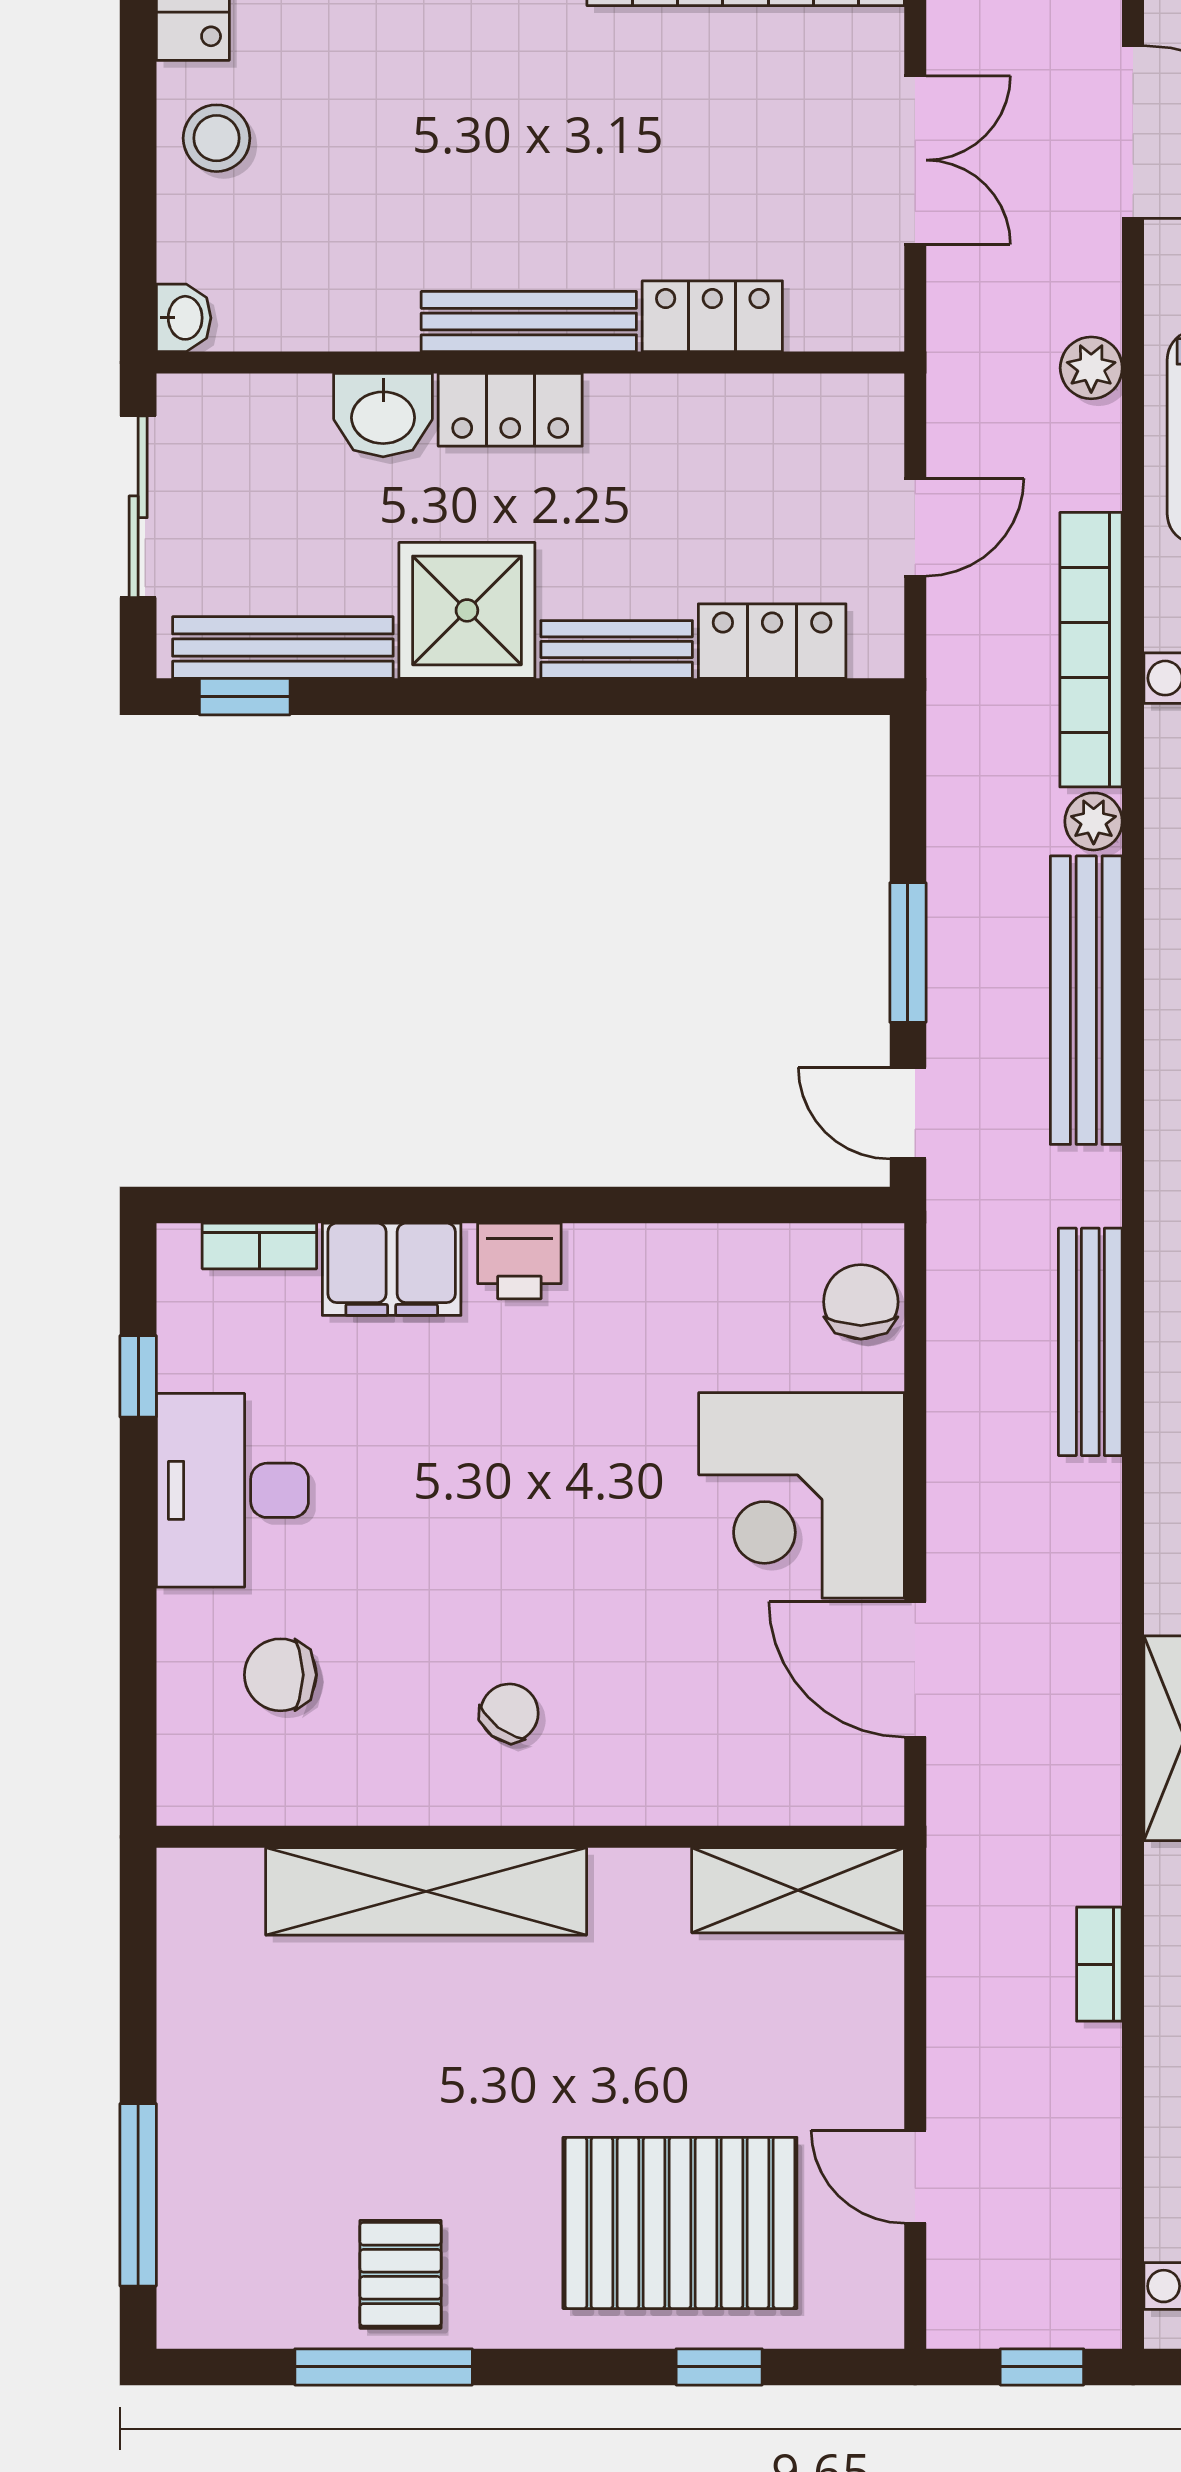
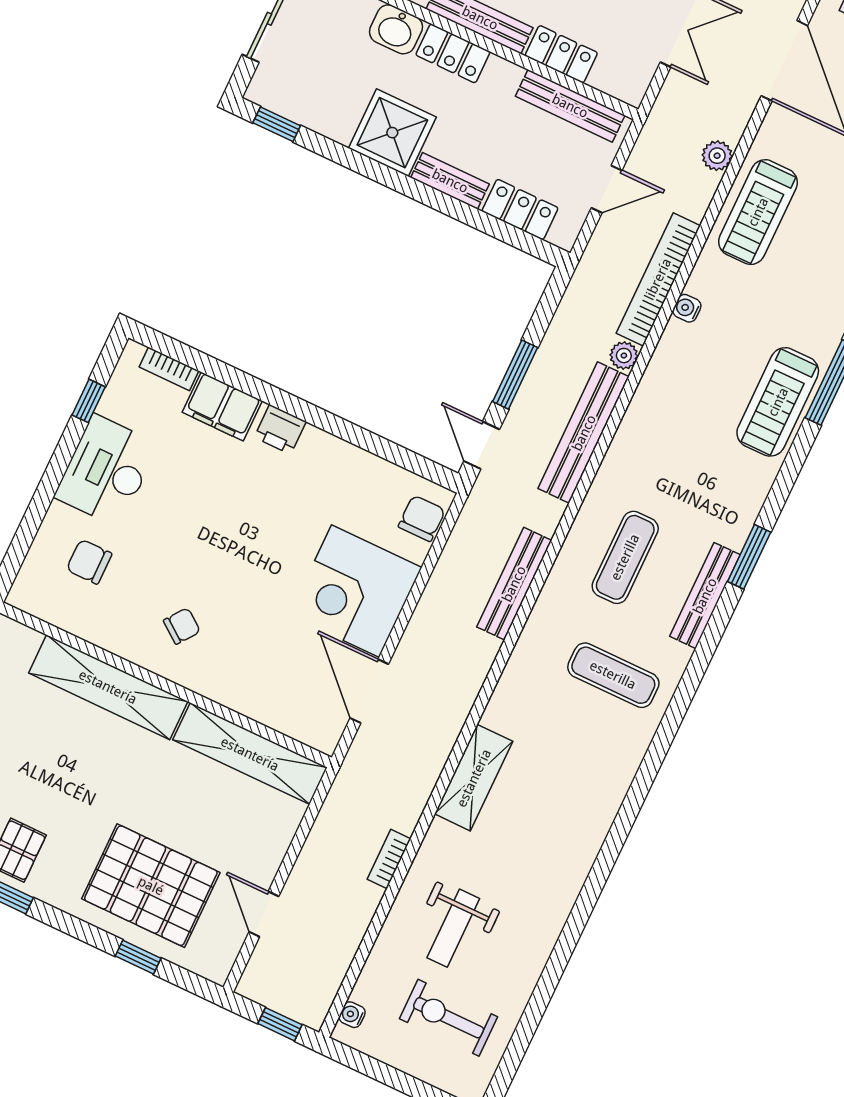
bench: (283, 648) -> (570, 106), moved
shelving: (798, 1890) -> (250, 754), width x1.47

